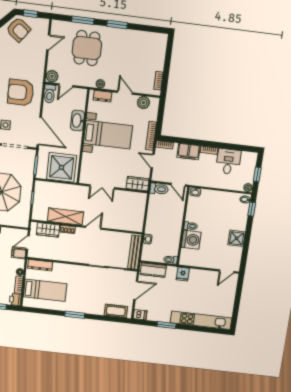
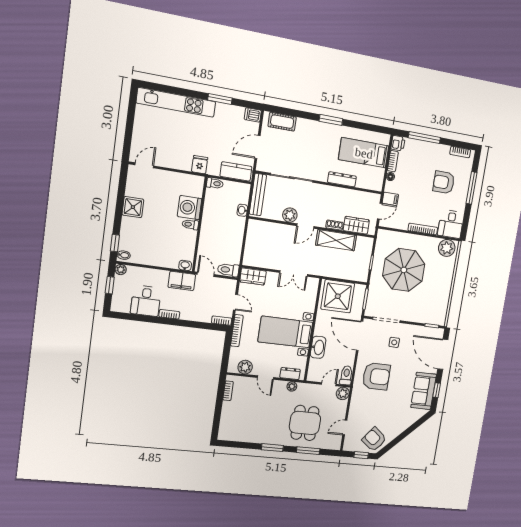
filing cabinet: (189, 152) -> (182, 281), moved, turned 180
double door: (102, 187) -> (294, 273), swing flipped
plant: (107, 237) -> (290, 215), added
dresser: (40, 265) -> (342, 179), moved

